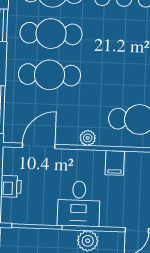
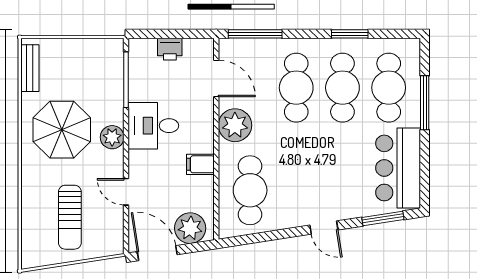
plant: (88, 138) -> (235, 125), width x1.88, depth x1.88

